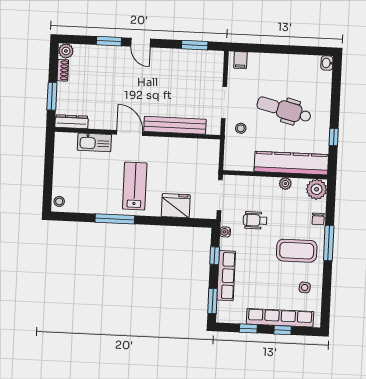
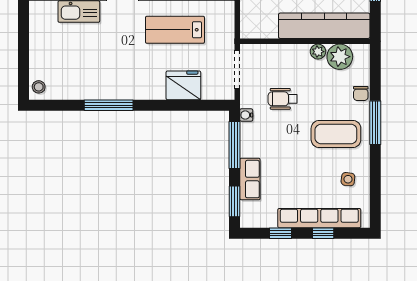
lab bench: (135, 186) -> (175, 30), moved, turned -90
plant: (317, 189) -> (340, 57), moved
window: (215, 256) -> (235, 145), width x2.17
row of seats: (226, 276) -> (250, 179), width x0.68

